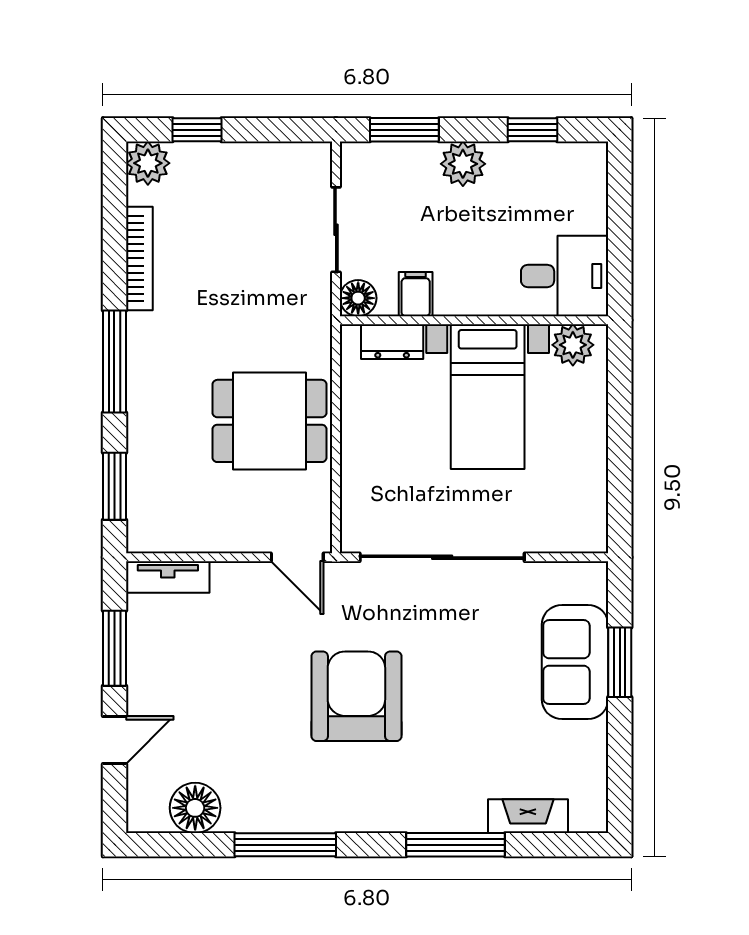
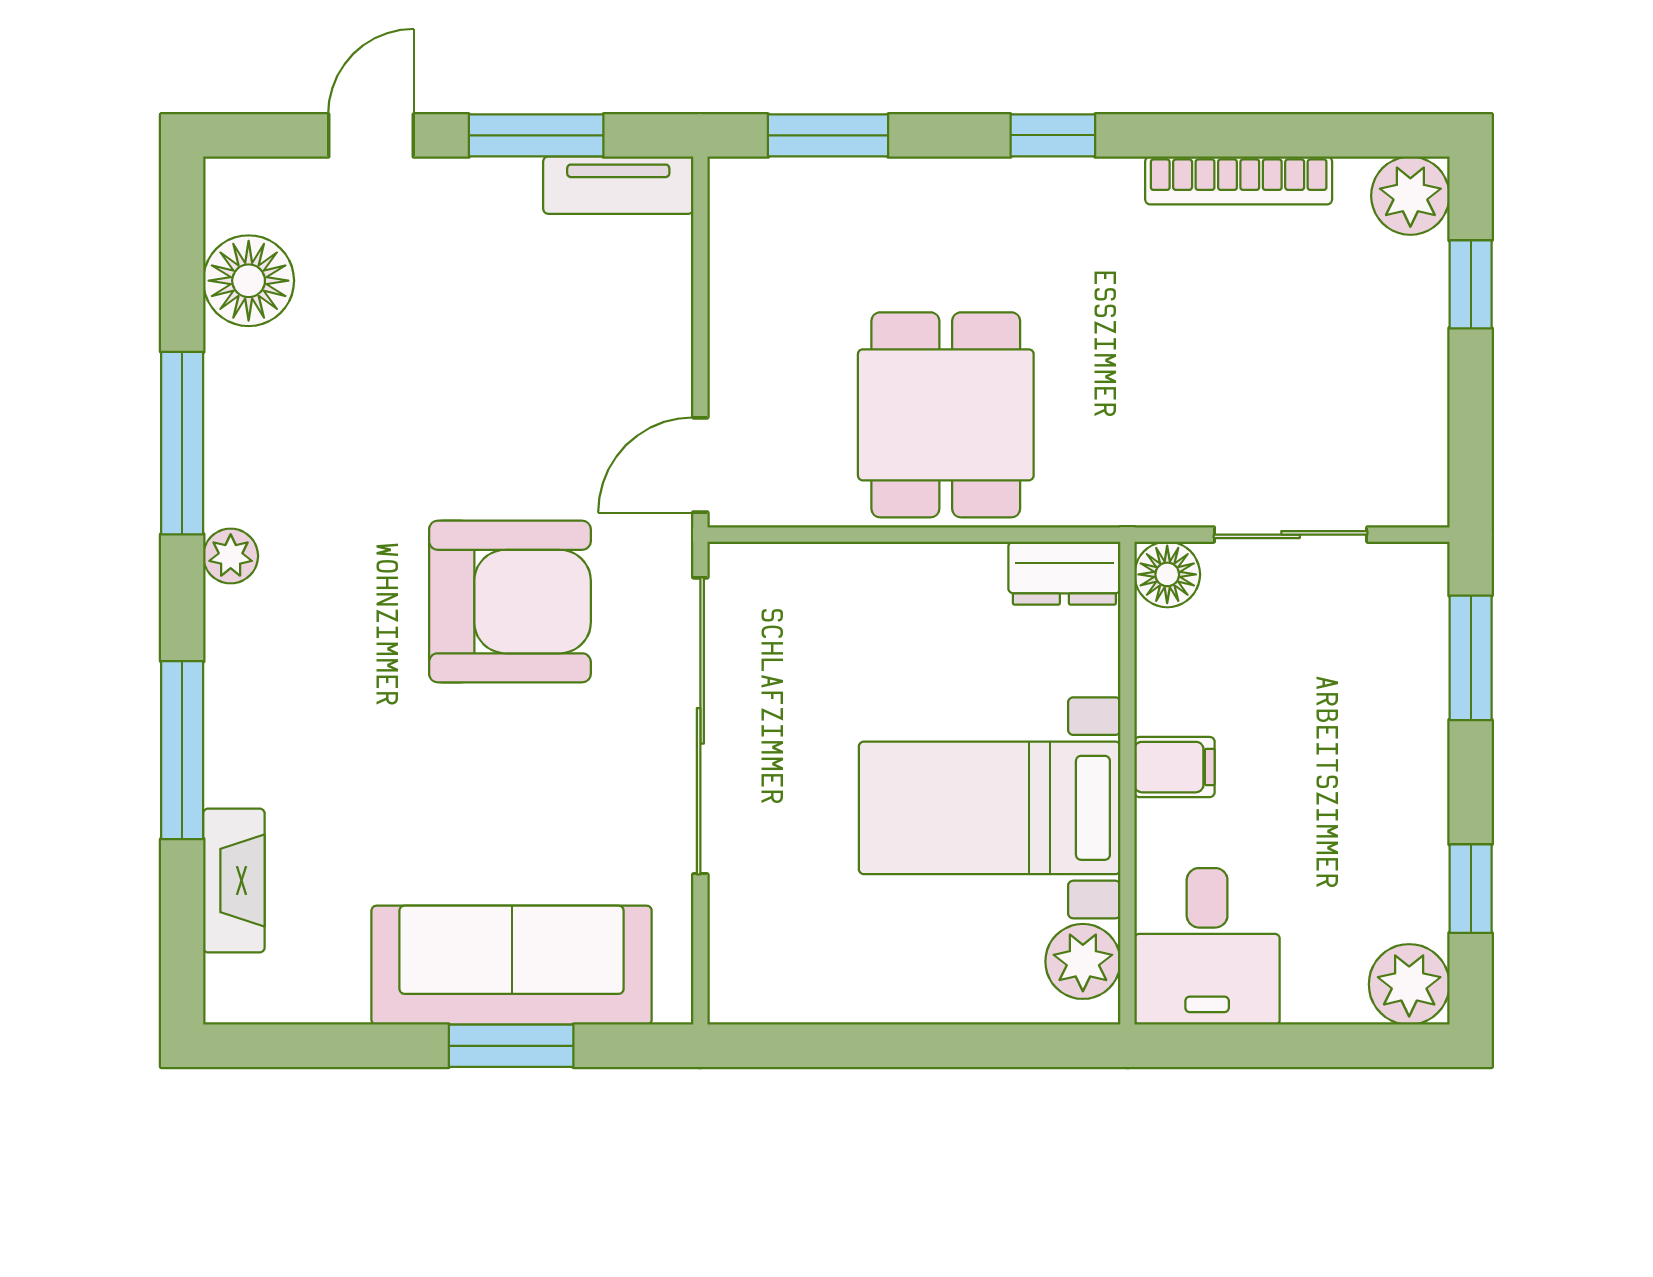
plant: (463, 164) -> (1409, 984), moved
filing cabinet: (416, 294) -> (1175, 767), moved
dresser: (392, 342) -> (1064, 573), moved, turned -90
window: (114, 362) -> (1053, 135), width x0.46
tv unit: (168, 577) -> (618, 185), moved, turned -90
sofa: (575, 662) -> (512, 965), width x1.36
armchair: (356, 696) -> (510, 602), moved
door: (114, 740) -> (371, 135), swing flipped
plant: (348, 818) -> (231, 556), added

